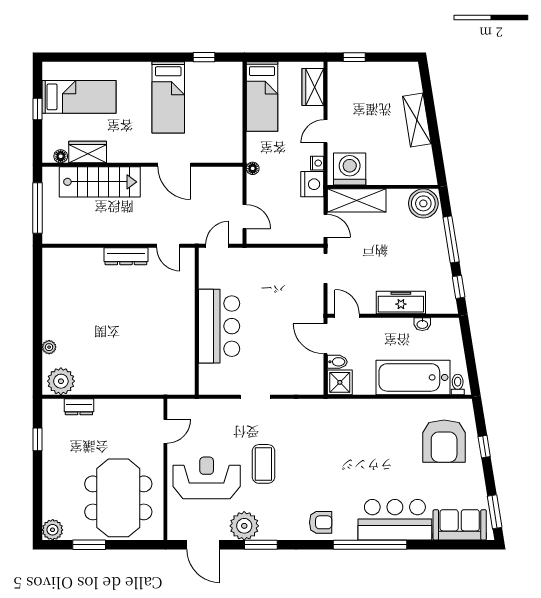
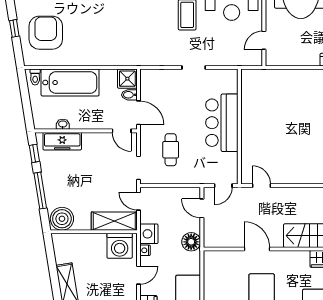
floor lamp: (253, 168) -> (191, 242), width x1.89, depth x1.89
dresser: (126, 256) -> (295, 177), removed
cafe table: (284, 292) -> (171, 150), added
freezer: (401, 302) -> (62, 141), moved

